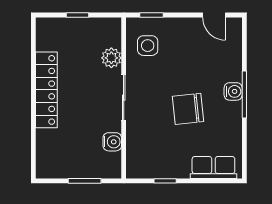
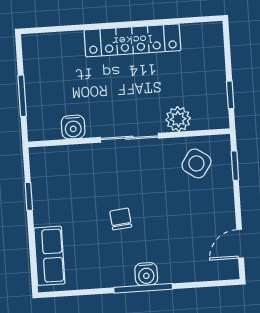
window: (78, 15) -> (230, 95), moved
side table: (148, 46) -> (196, 163), turned 34
chair: (188, 109) -> (121, 219), width x0.54, depth x0.54

